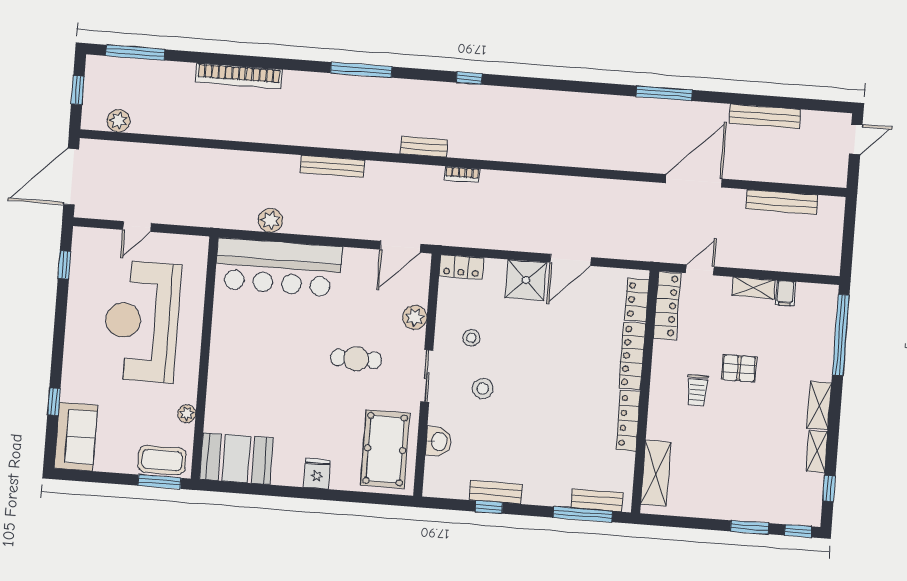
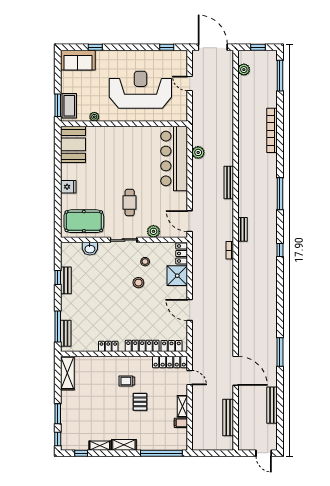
shower: (526, 280) -> (177, 276), moved
stool: (483, 388) -> (138, 283), moved
locker: (628, 421) -> (108, 346), width x0.66
shelving: (656, 473) -> (67, 373), moved, turned 90

